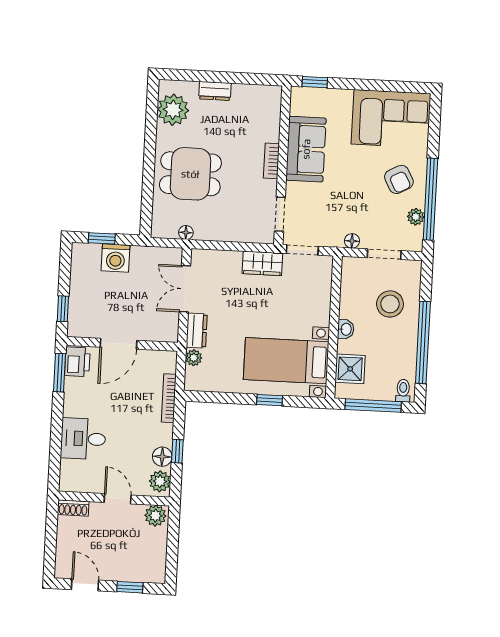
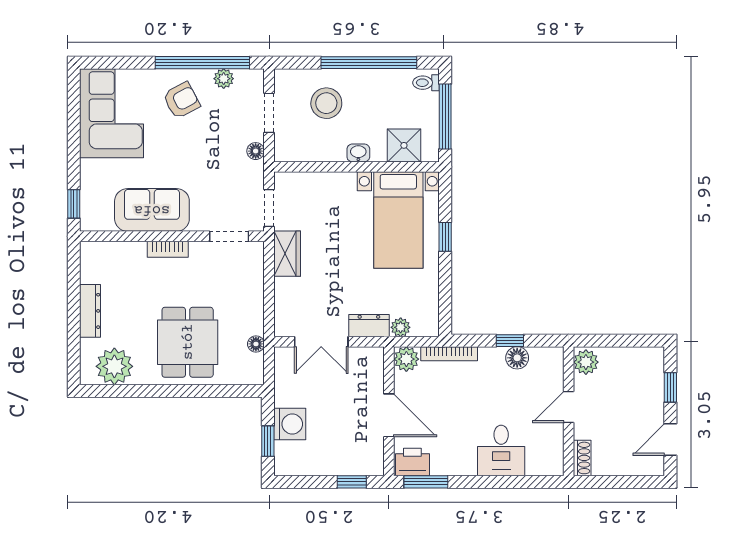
dresser: (215, 91) -> (90, 311), width x1.44
plant: (160, 481) -> (406, 359), moved

